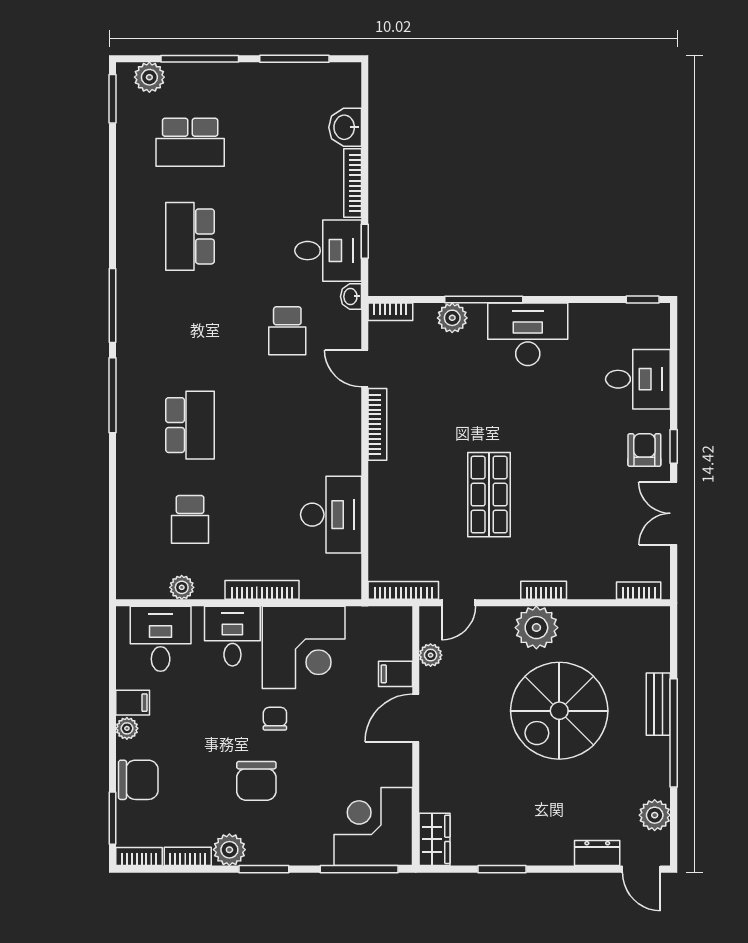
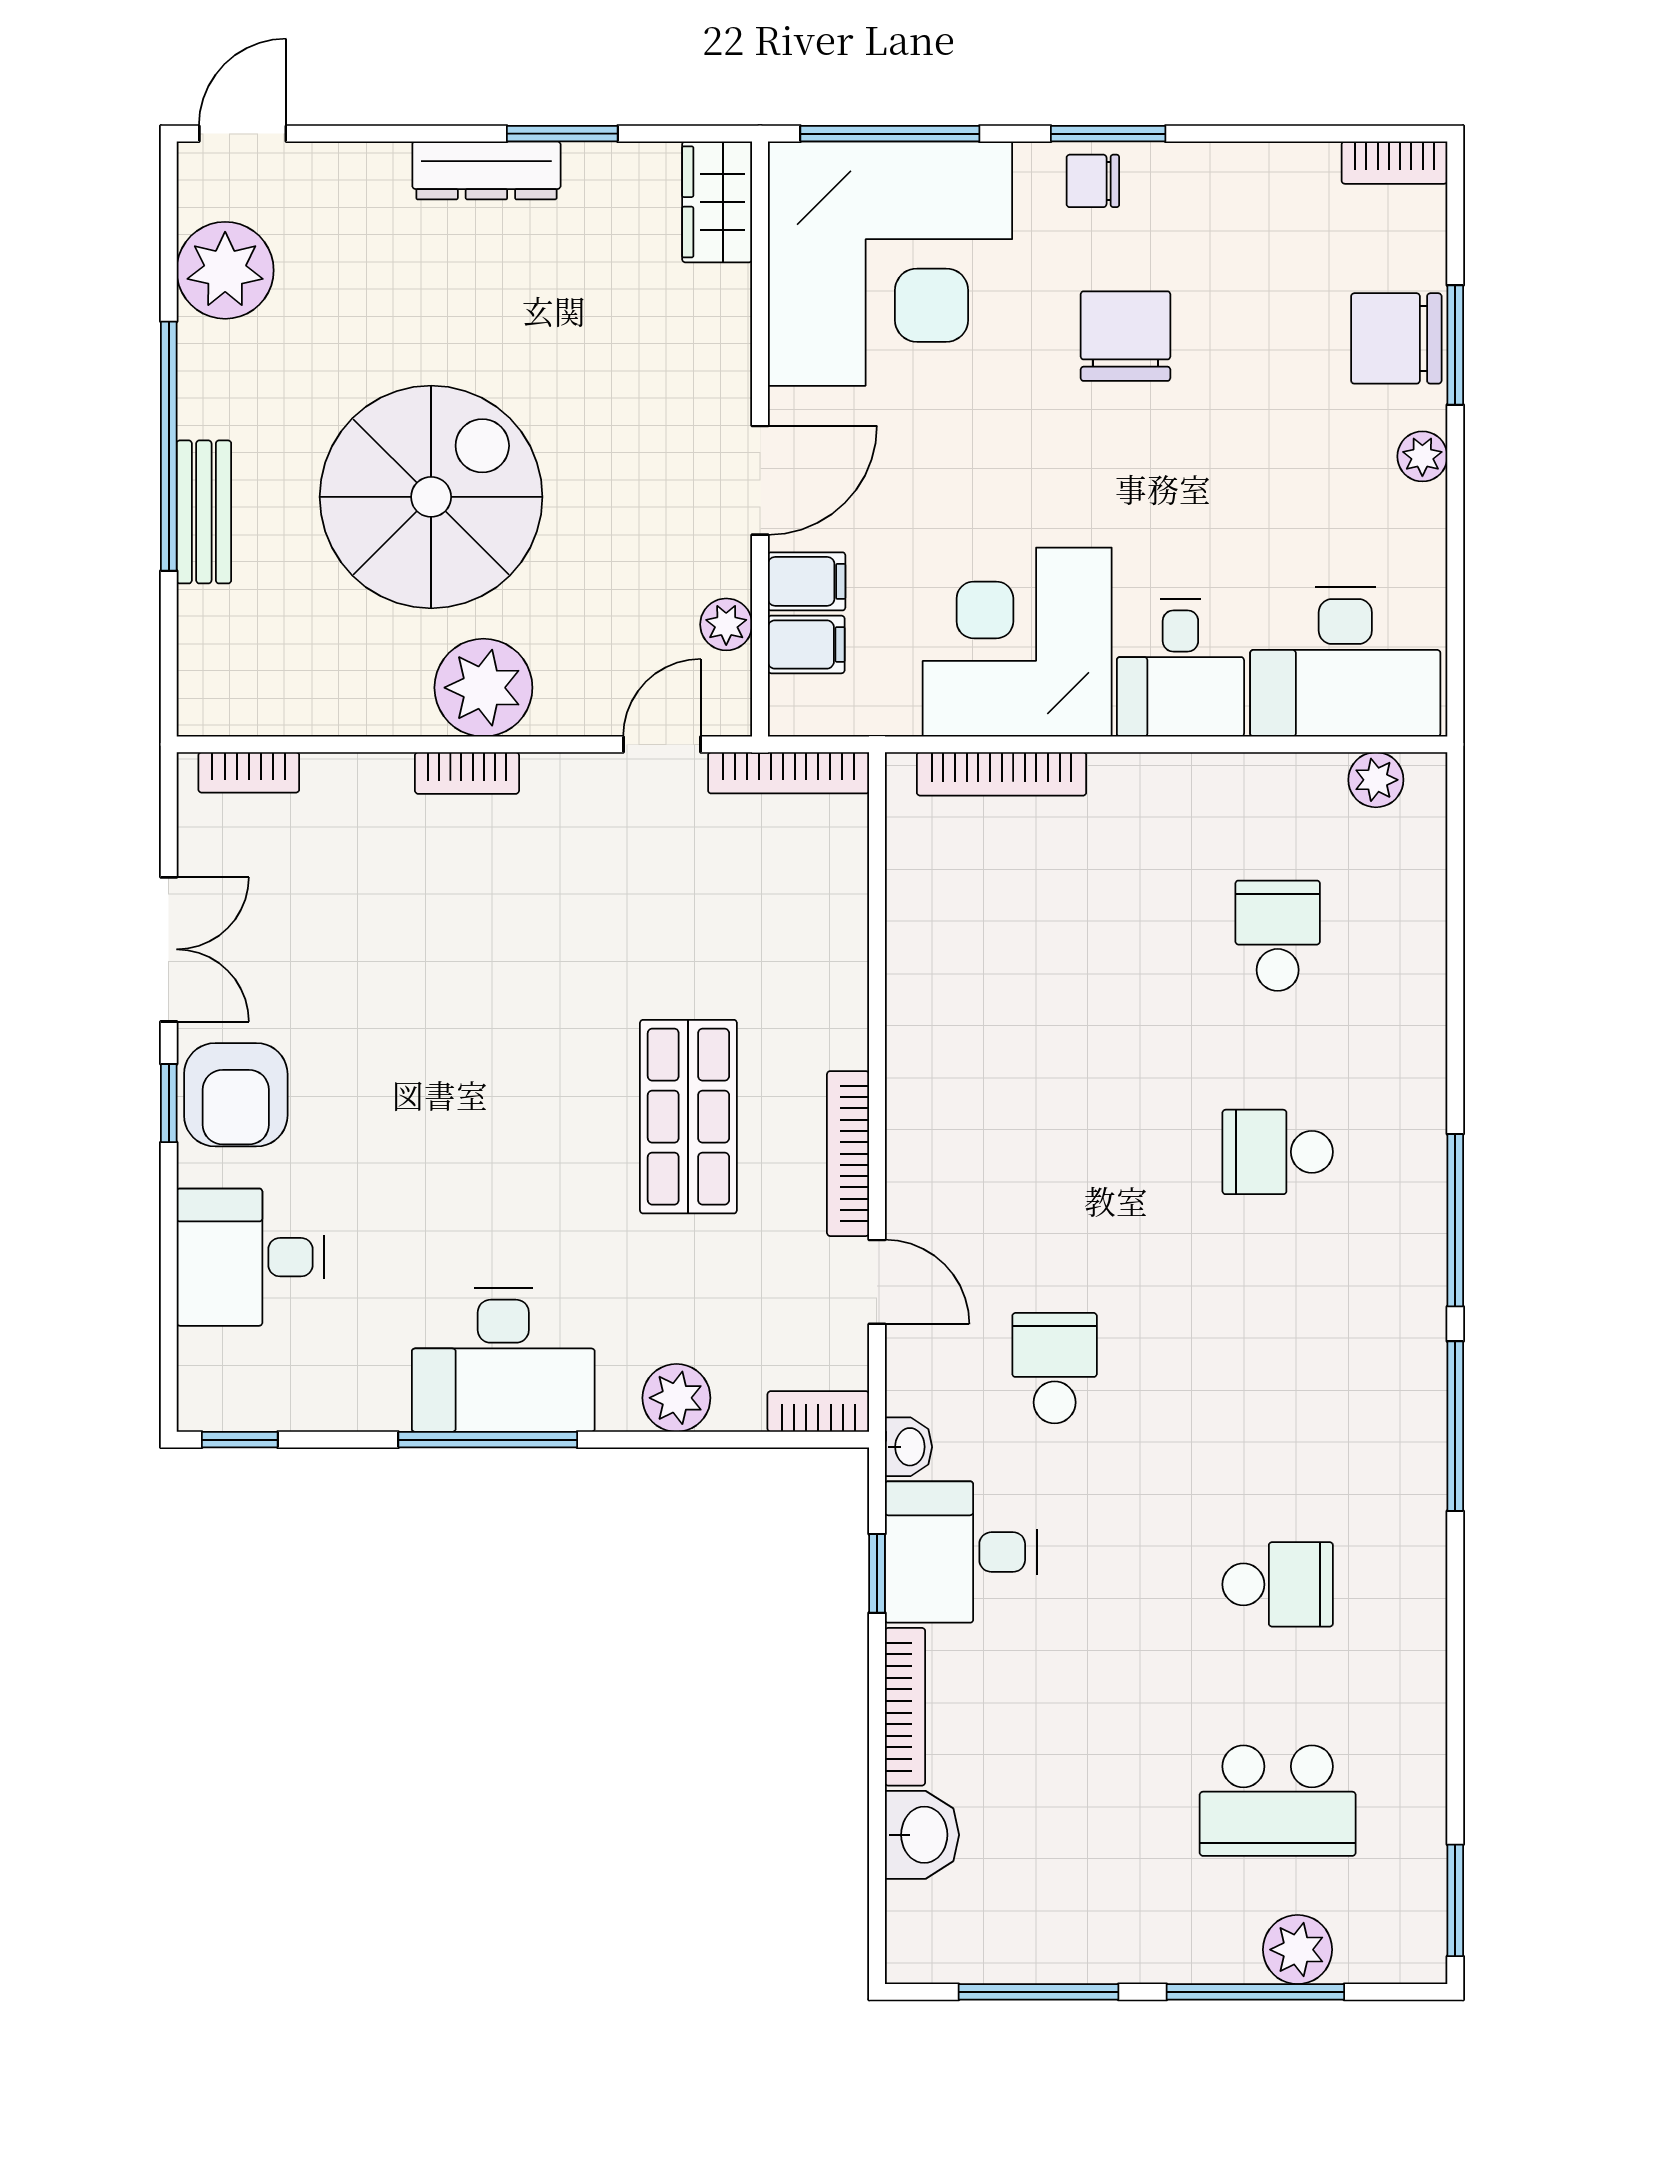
plant: (149, 77) -> (1298, 1950), moved
school desk: (190, 142) -> (1278, 1801), turned 180
school desk: (190, 236) -> (1278, 1584), width x0.54
window: (484, 300) -> (488, 1440), moved
school desk: (190, 425) -> (1278, 1152), width x0.54
armchair: (644, 450) -> (236, 1095), width x1.38, depth x1.38
shop shelf: (489, 495) -> (688, 1117), moved
desk: (331, 515) -> (954, 947), removed
plant: (182, 587) -> (1376, 780), moved
bookcase: (262, 590) -> (1002, 774), moved
desk: (161, 639) -> (1345, 662), width x1.37
filing cabinet: (133, 703) -> (806, 644), moved, turned 180
chair: (275, 719) -> (1093, 181), moved, turned 90
plant: (655, 815) -> (225, 270), width x1.36, depth x1.36
window: (113, 818) -> (1455, 345), moved
corner desk: (373, 827) -> (890, 264), width x1.36, depth x1.36
plant: (229, 850) -> (1187, 178), removed
dresser: (597, 853) -> (486, 170), moved, width x1.44
bookcase: (188, 856) -> (1283, 163), removed
door: (641, 869) -> (243, 134), hinge flipped

